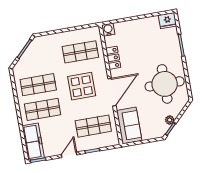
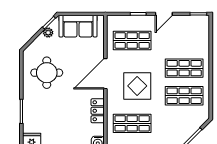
round table: (165, 84) -> (47, 73), width x0.73, depth x0.73
sofa: (129, 126) -> (78, 26), moved, turned -90
freezer: (33, 142) -> (200, 35), removed

